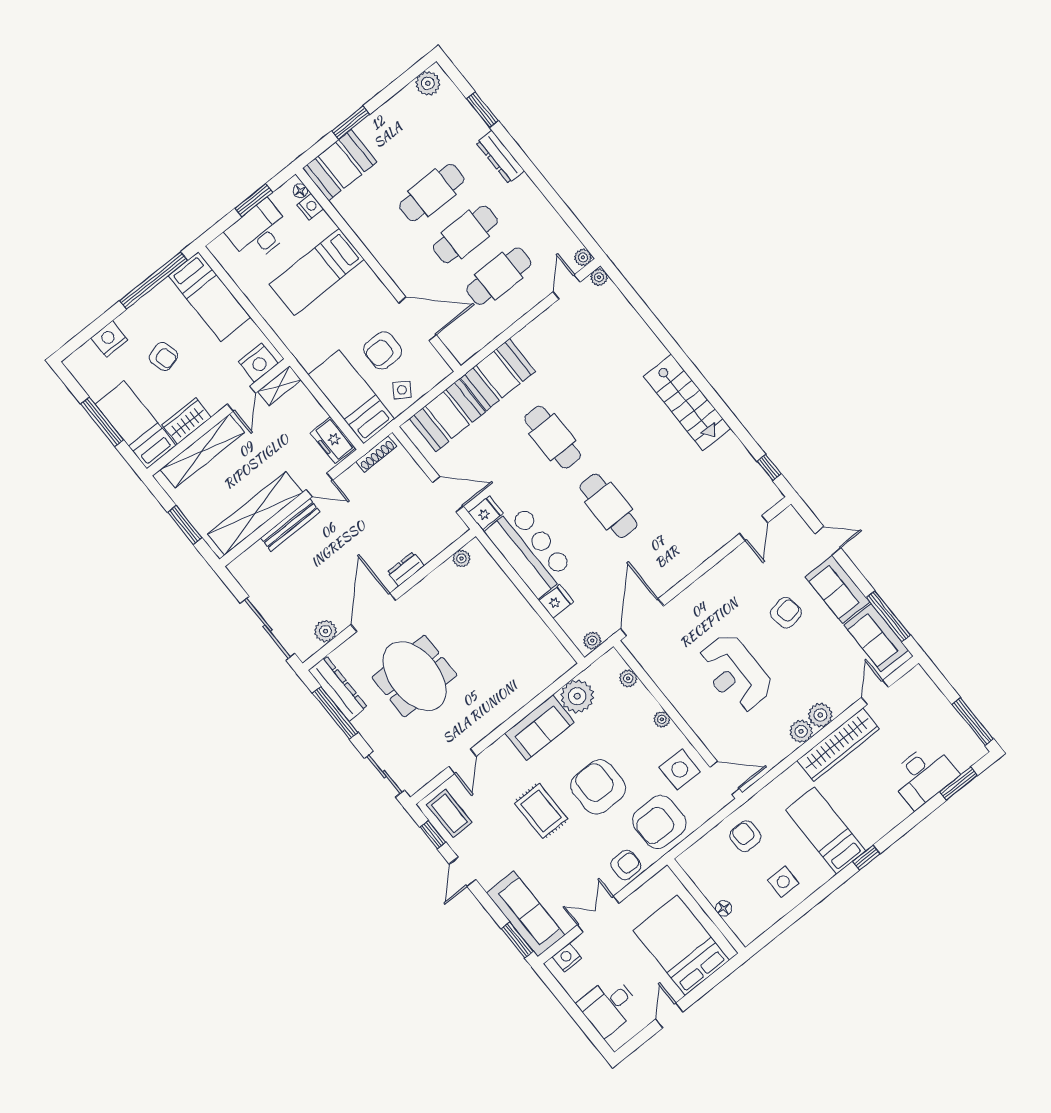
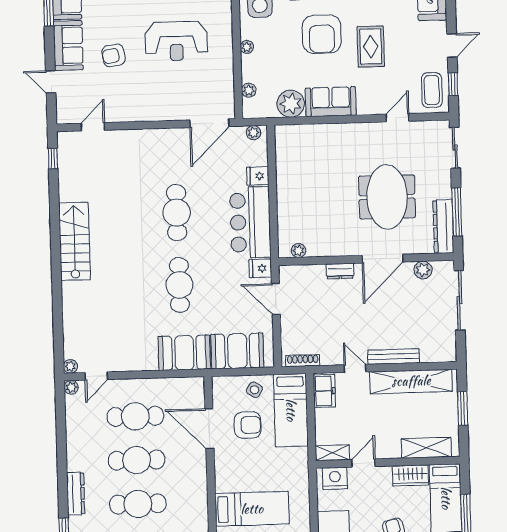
shelving: (202, 451) -> (426, 448), width x0.68
reception desk: (735, 673) -> (176, 41), turned 90

